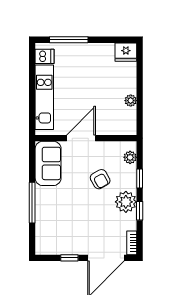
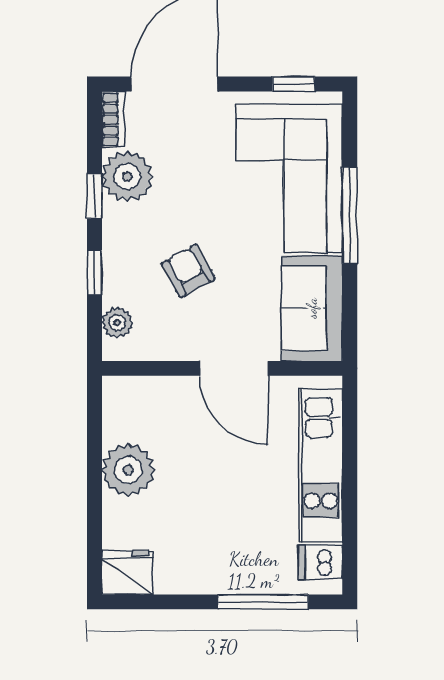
plant: (131, 101) -> (128, 470), width x1.87, depth x1.87
door: (81, 138) -> (234, 368), hinge flipped
plant: (126, 202) -> (127, 176), moved
corner sofa: (58, 218) -> (289, 178), added
window: (69, 258) -> (294, 84), moved

